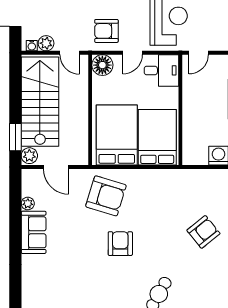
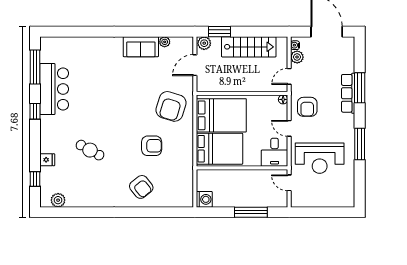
armchair: (106, 31) -> (307, 107), turned 180
floor lamp: (102, 65) -> (283, 99), width x0.53, depth x0.53
stairs: (40, 102) -> (249, 47), width x0.73, depth x0.66
armchair: (120, 244) -> (152, 146), moved

